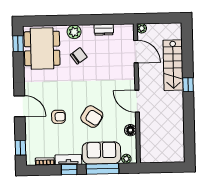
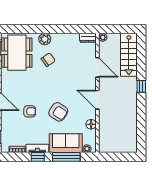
dresser: (104, 30) -> (88, 38), moved
door: (136, 52) -> (97, 67), moved
stairs: (173, 65) -> (129, 55), moved

